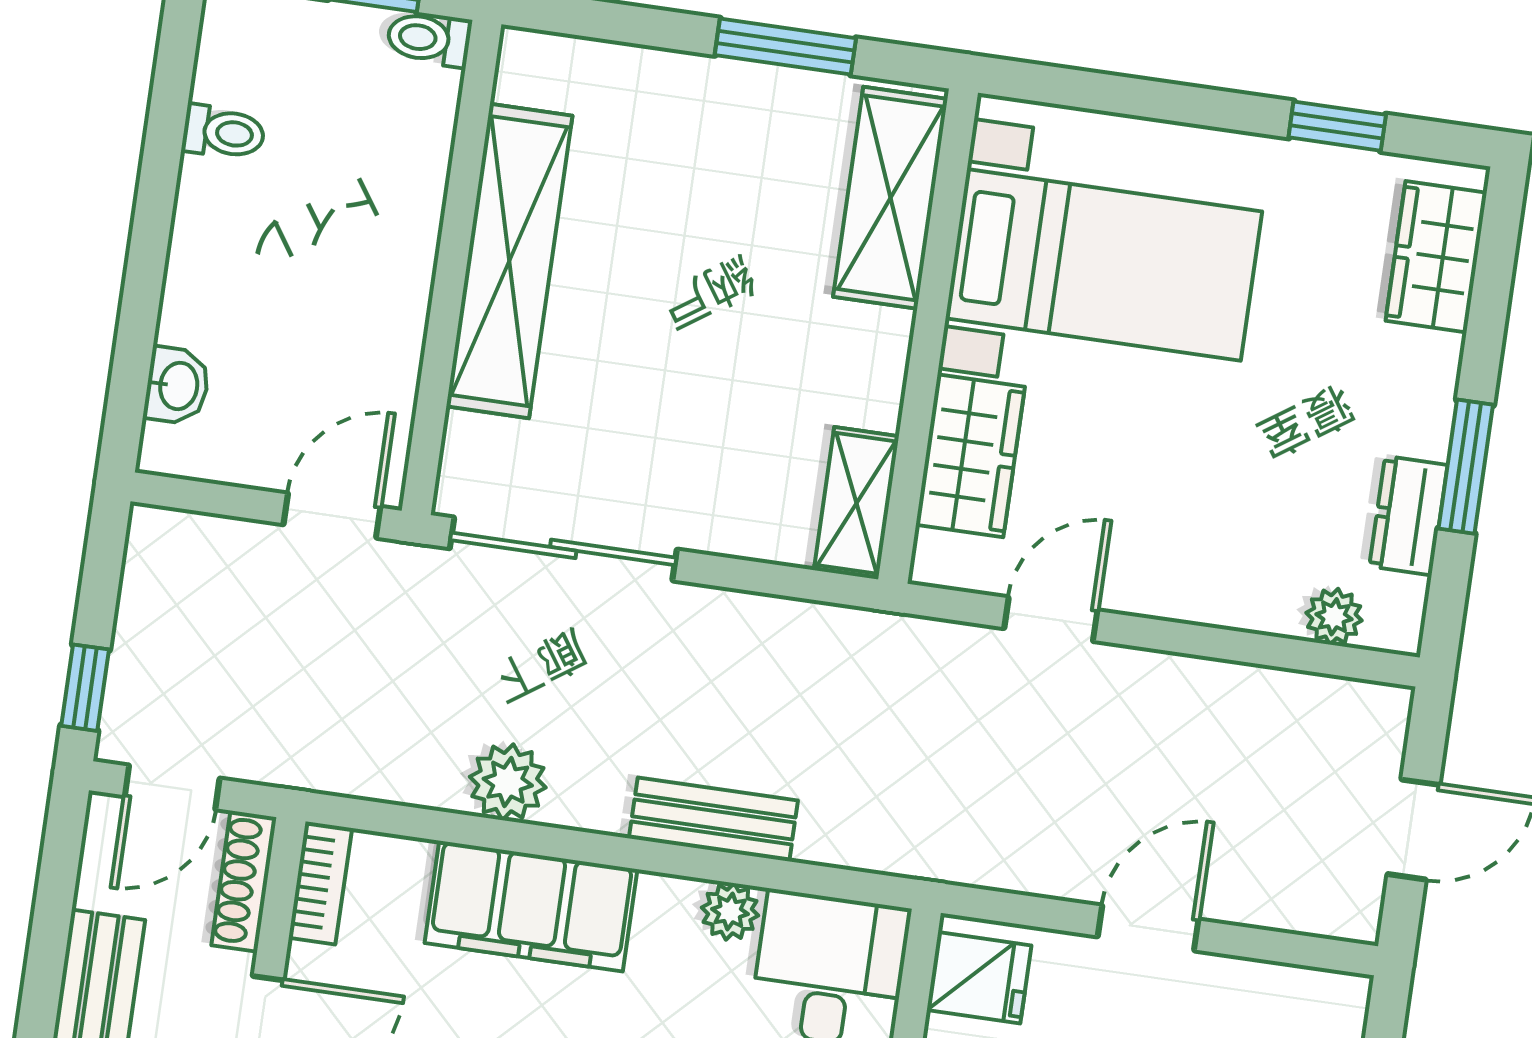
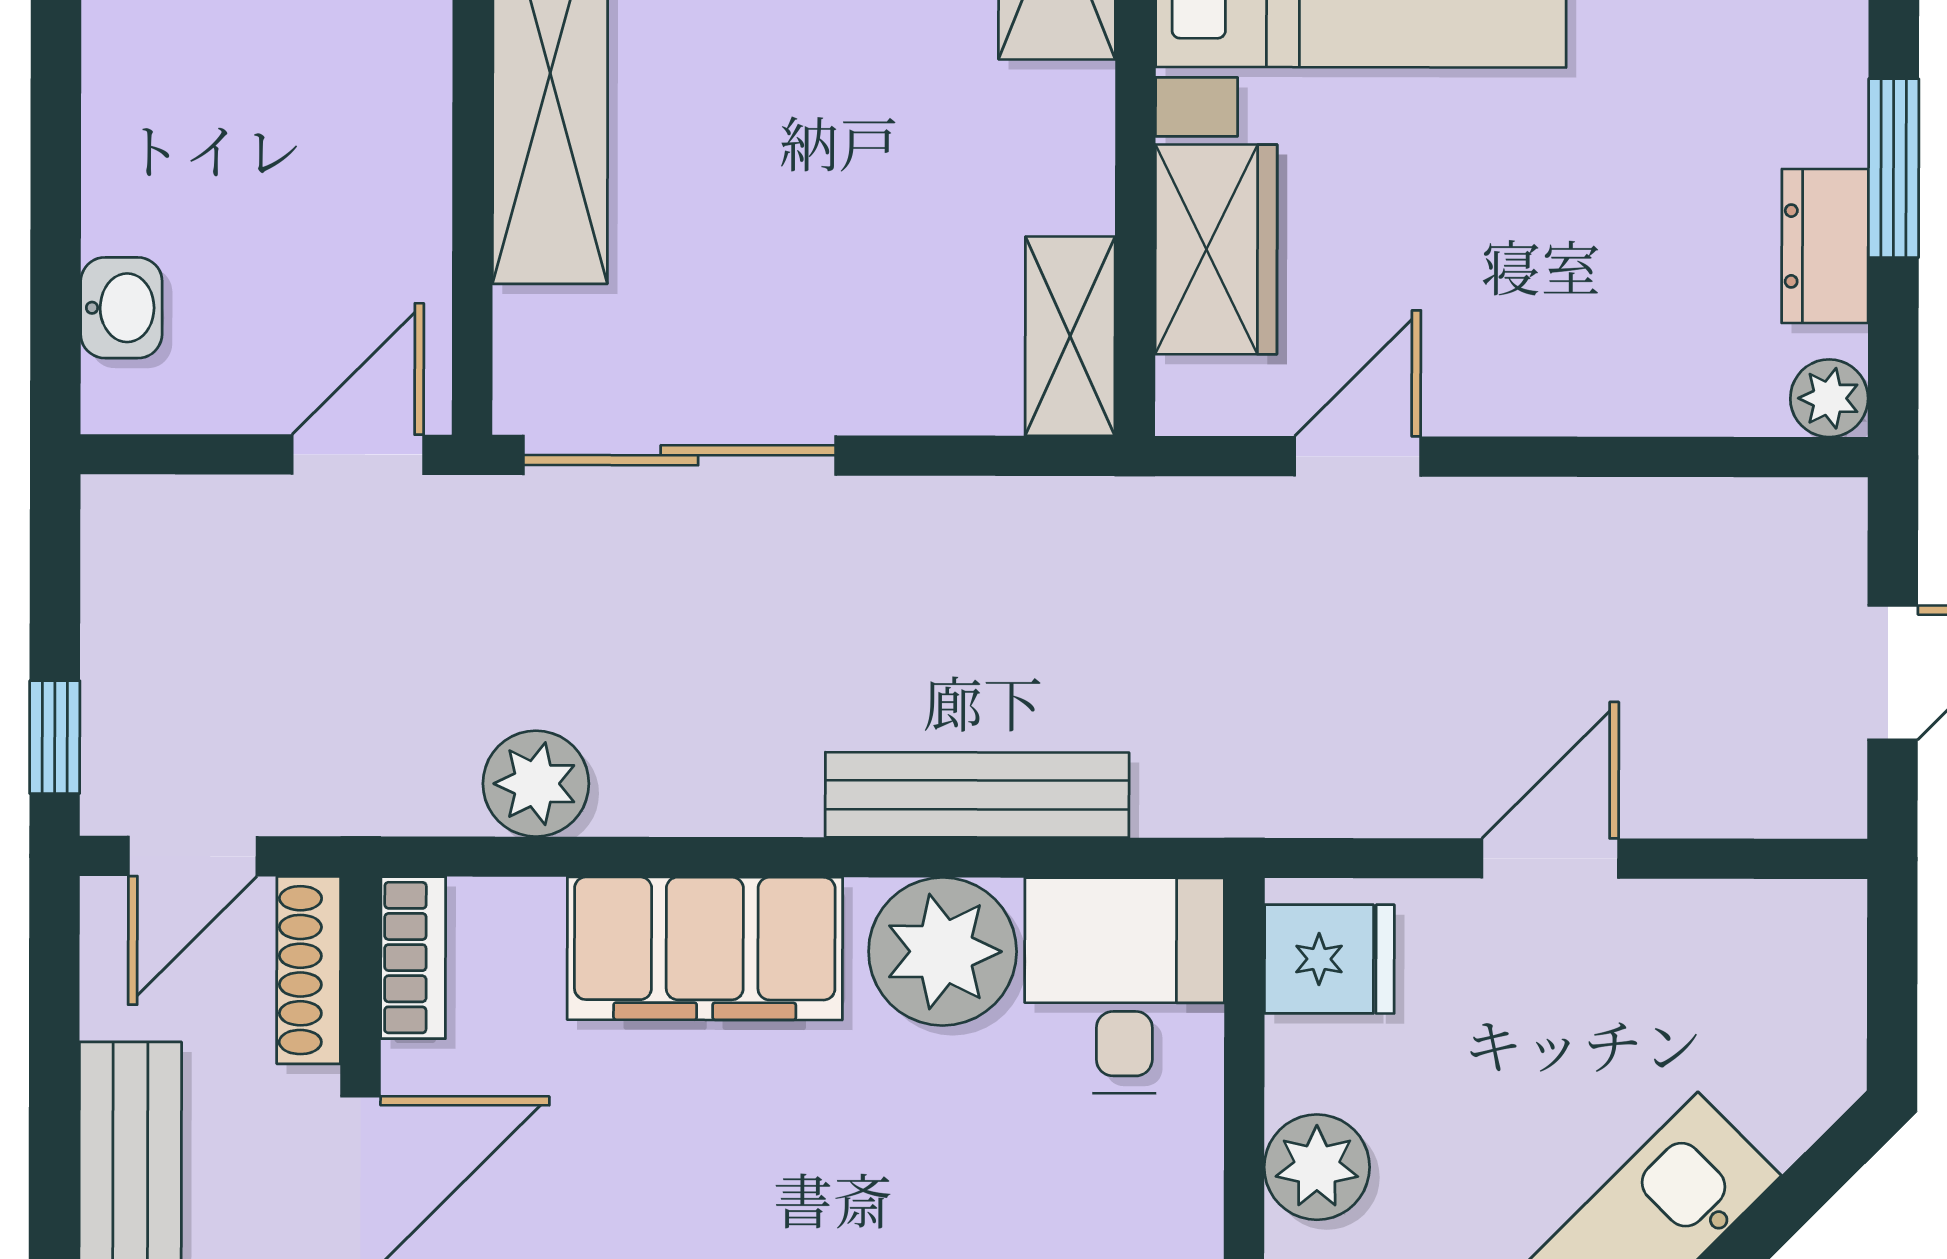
plant: (1334, 617) -> (1829, 398), moved
plant: (508, 782) -> (536, 784), moved
bench: (713, 819) -> (977, 795), width x1.36
plant: (730, 911) -> (943, 952), width x1.88, depth x1.88

